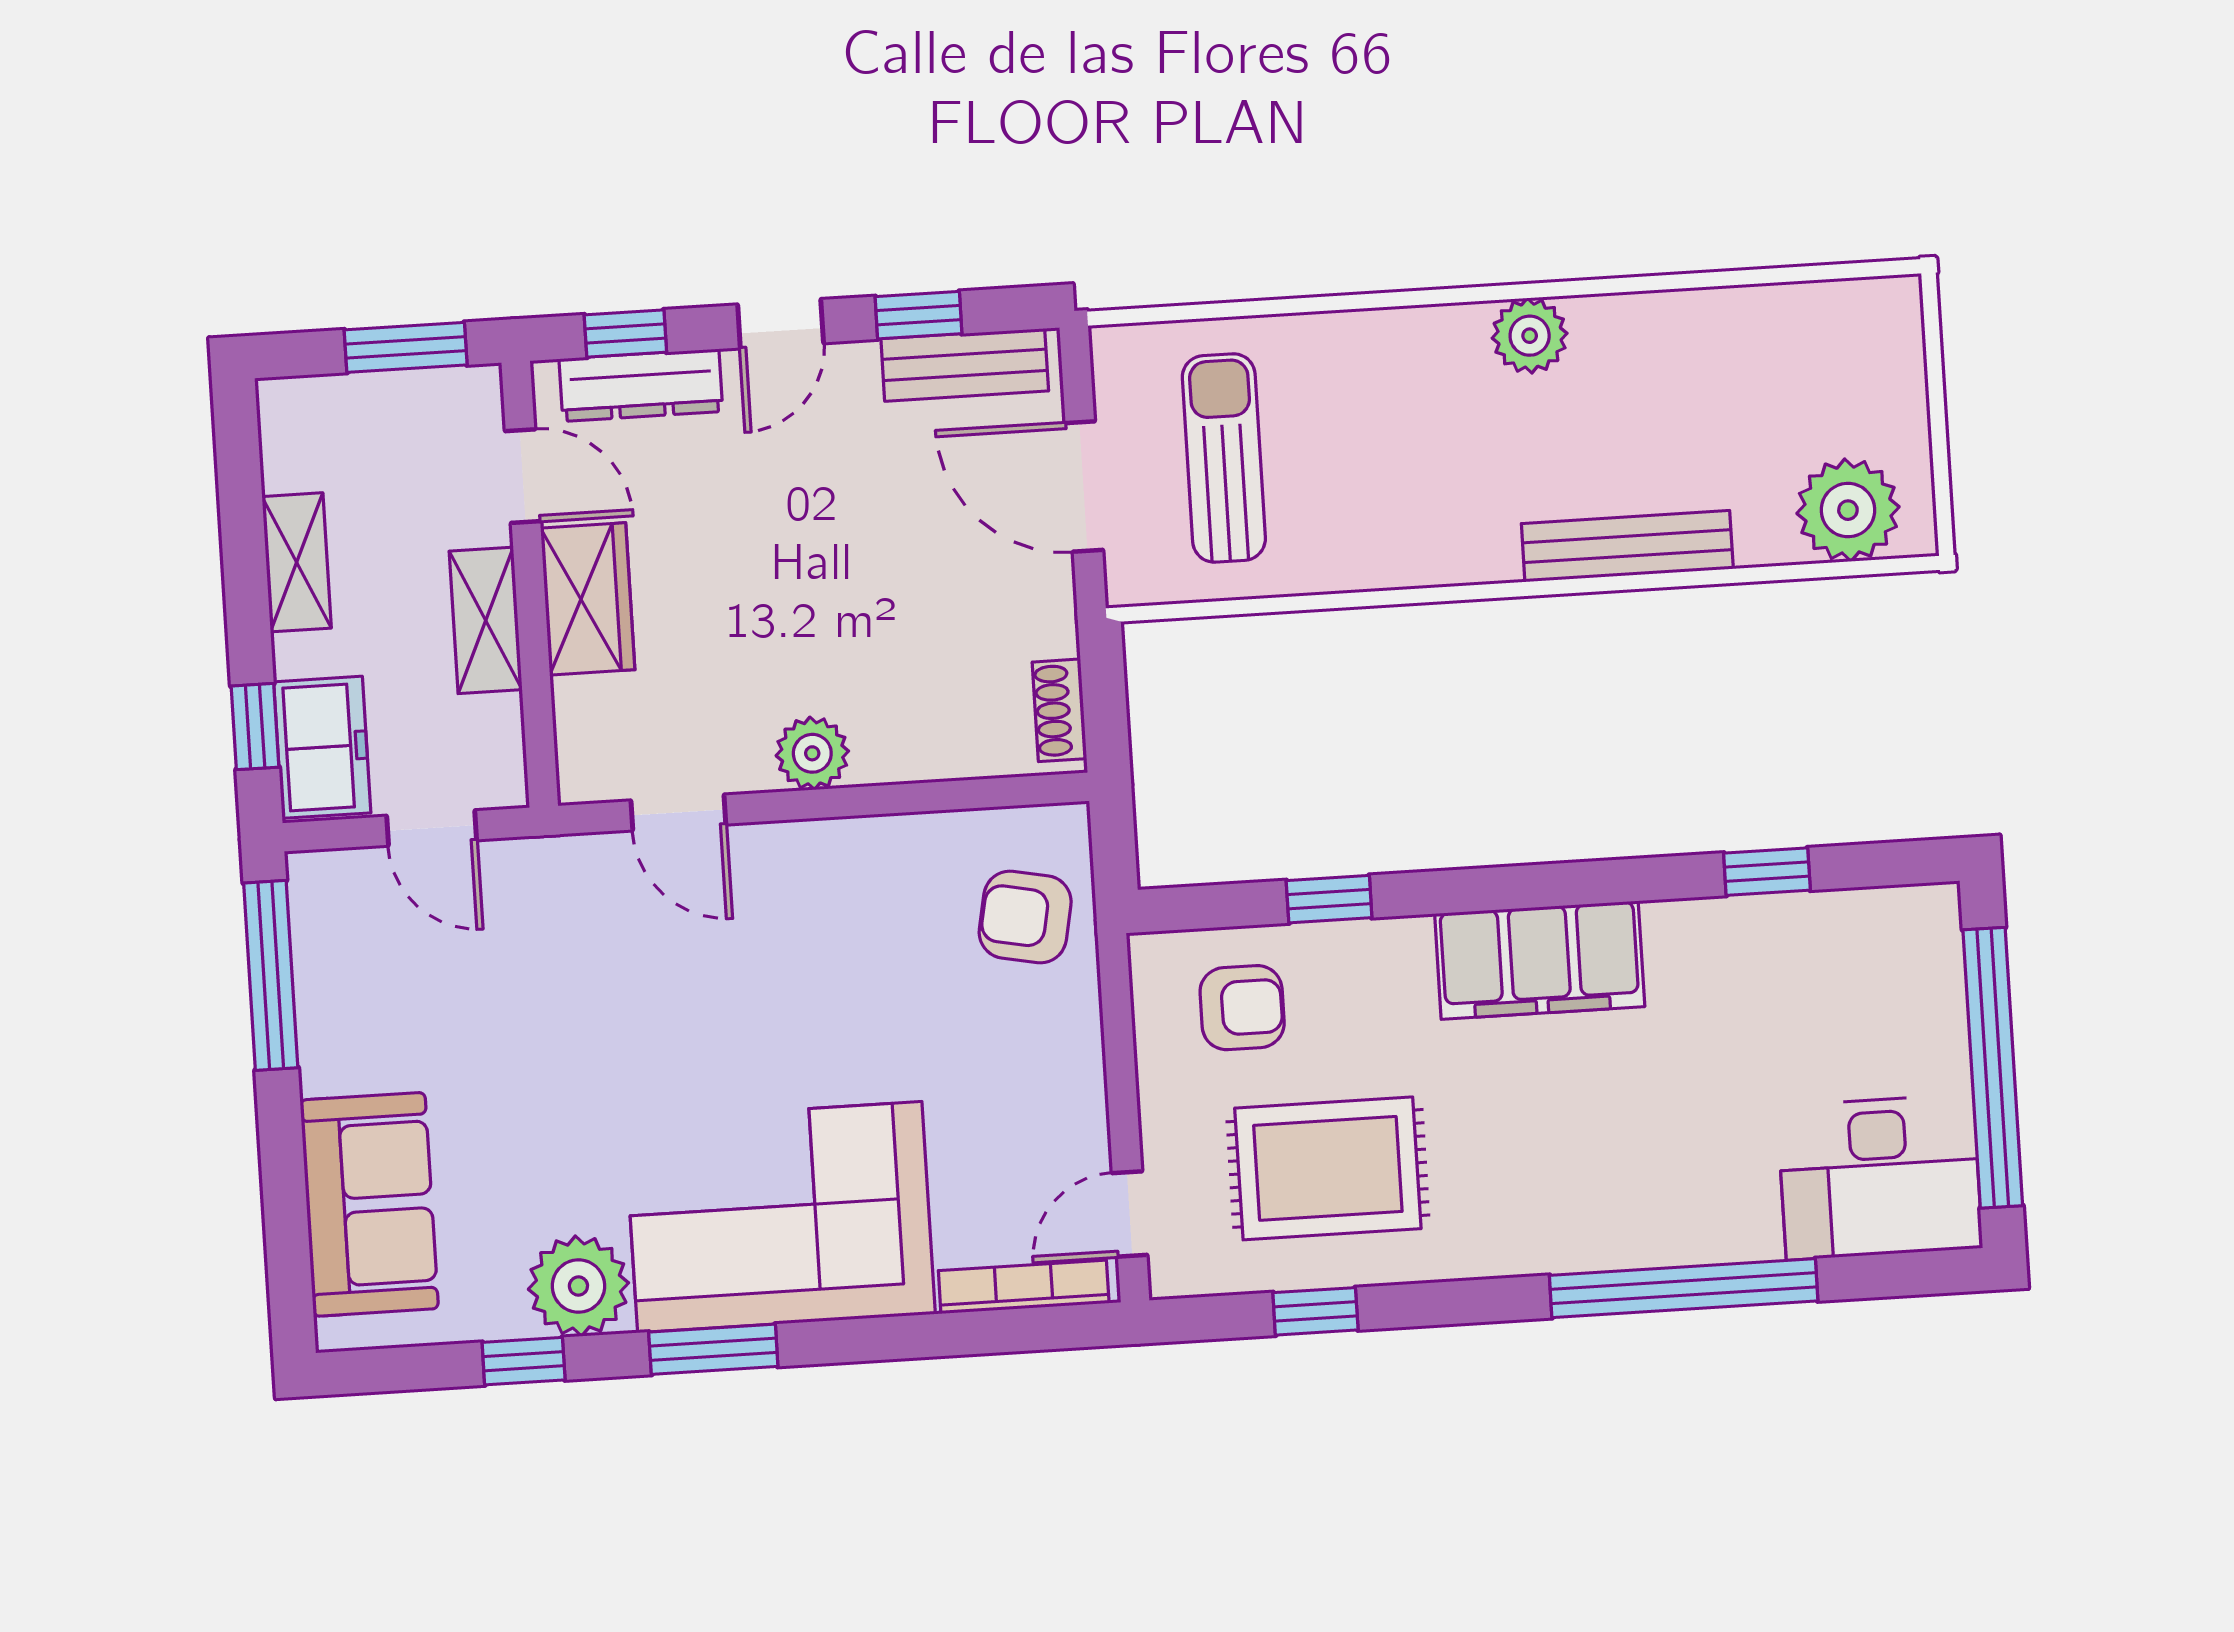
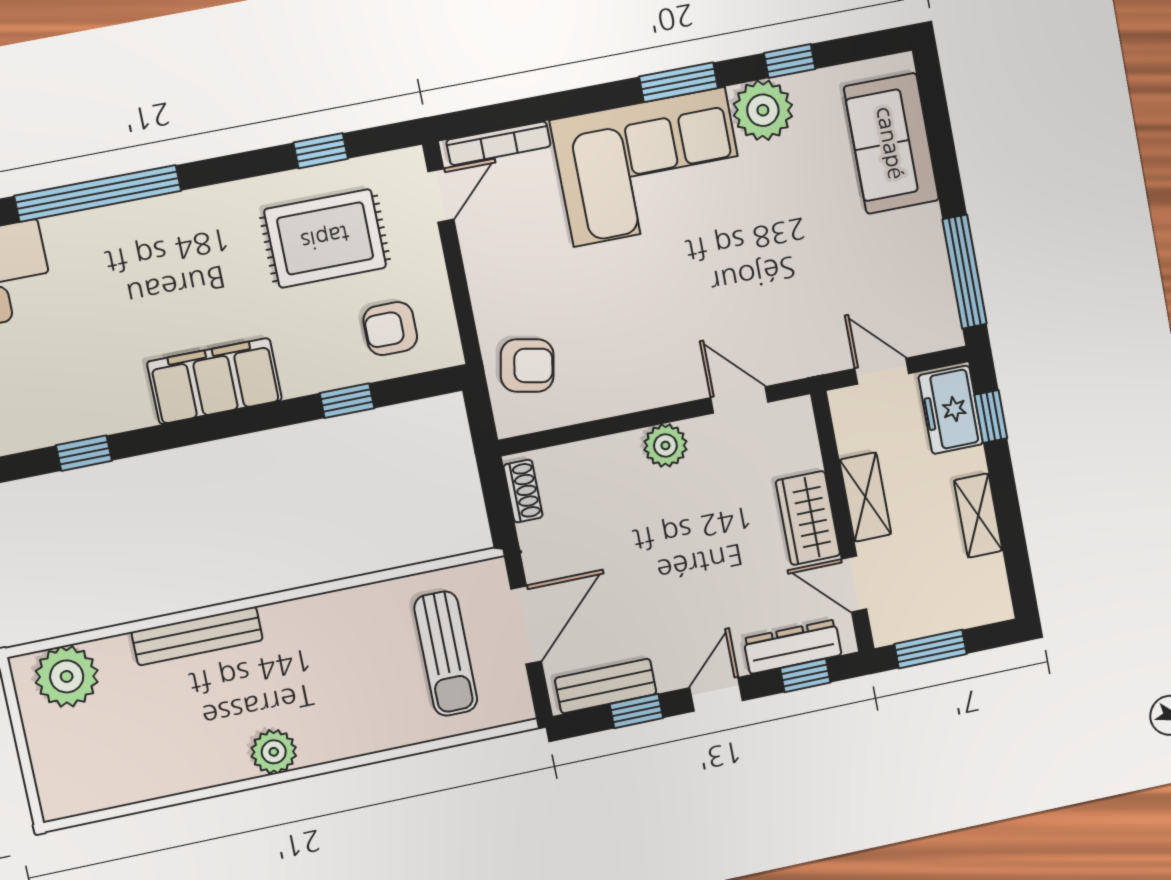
door: (1084, 486) -> (526, 625), hinge flipped

